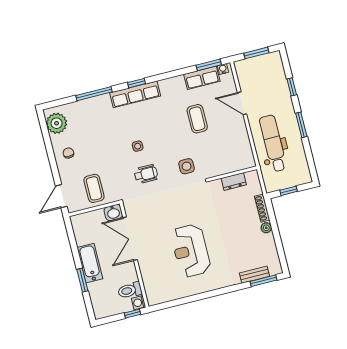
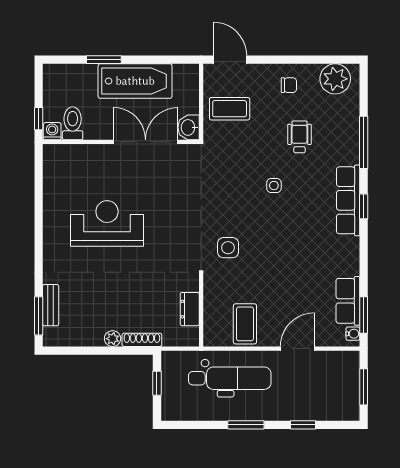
coffee table: (197, 119) -> (245, 324), moved, turned 90
wheelchair: (146, 174) -> (299, 137), moved, turned 180
bathtub: (90, 263) -> (135, 81), width x1.36, depth x1.36

